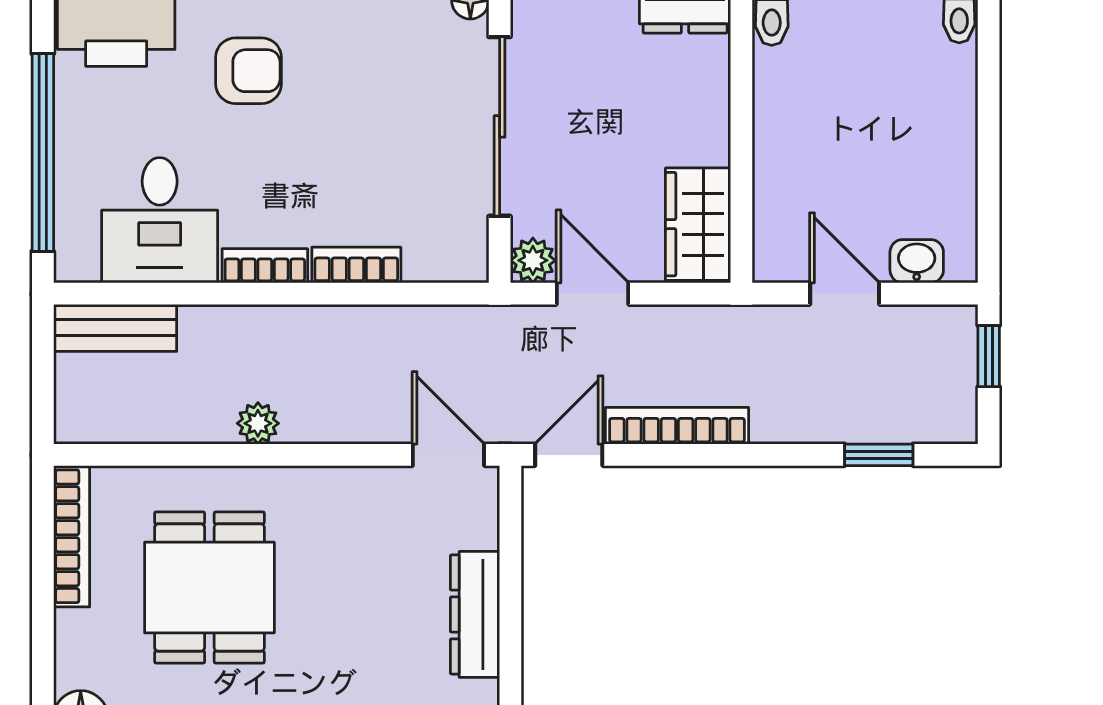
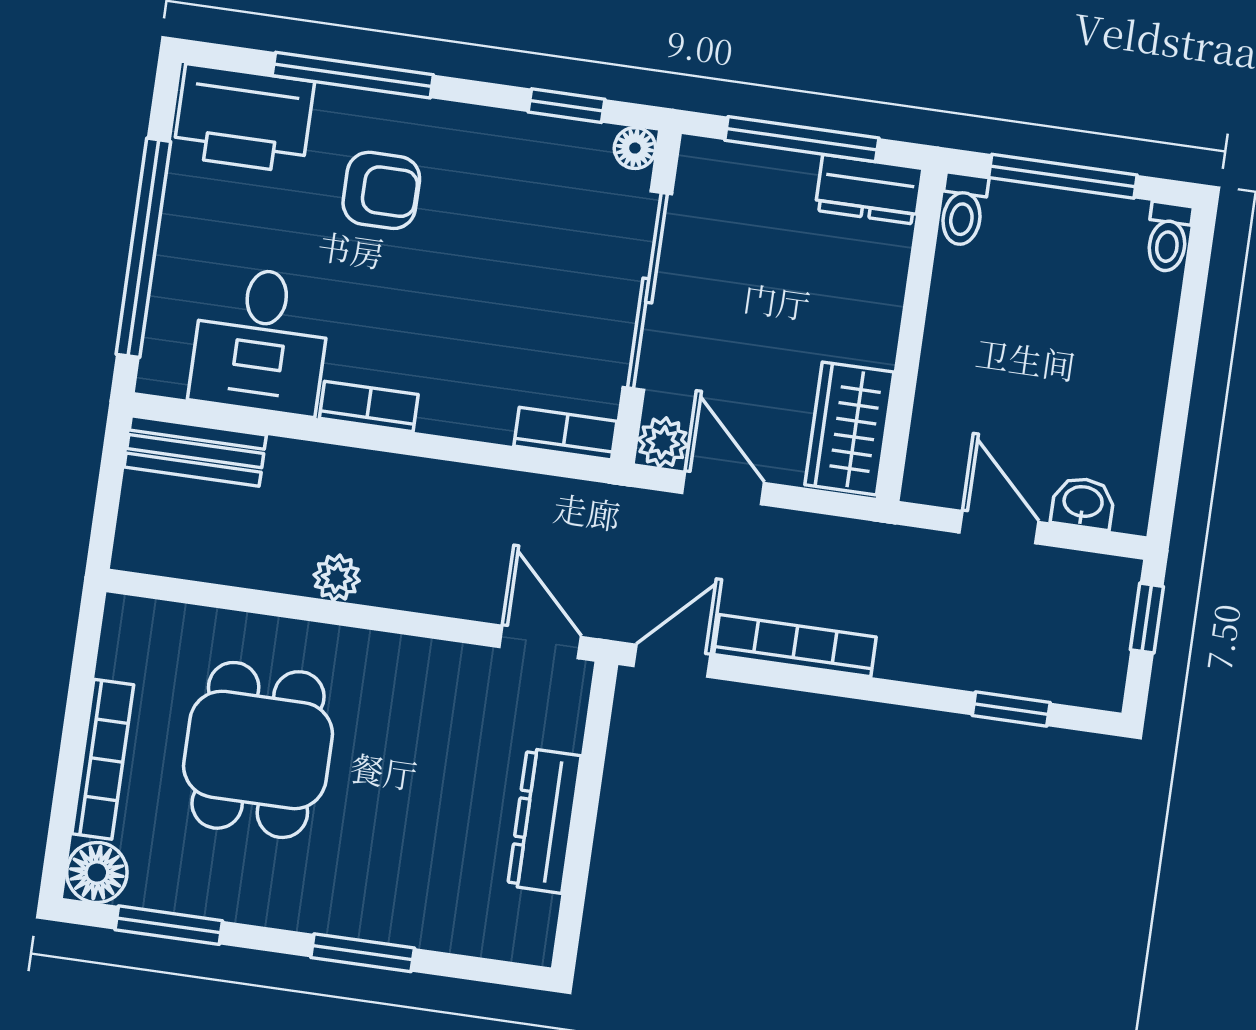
bookcase: (356, 265) -> (565, 434), moved
bookcase: (72, 536) -> (103, 759), moved

